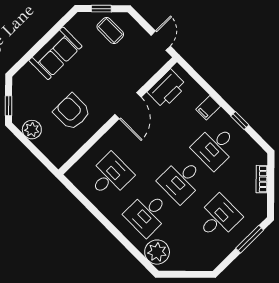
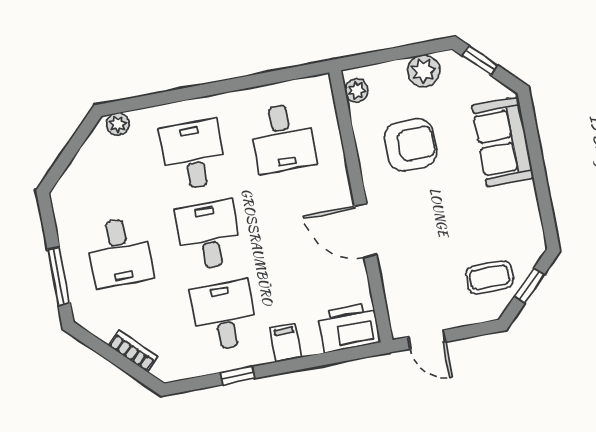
sofa: (55, 53) -> (503, 142), moved
printer: (167, 89) -> (349, 327), moved, turned 90
plant: (63, 156) -> (356, 90), added
plant: (157, 252) -> (118, 124), width x0.53, depth x0.53

